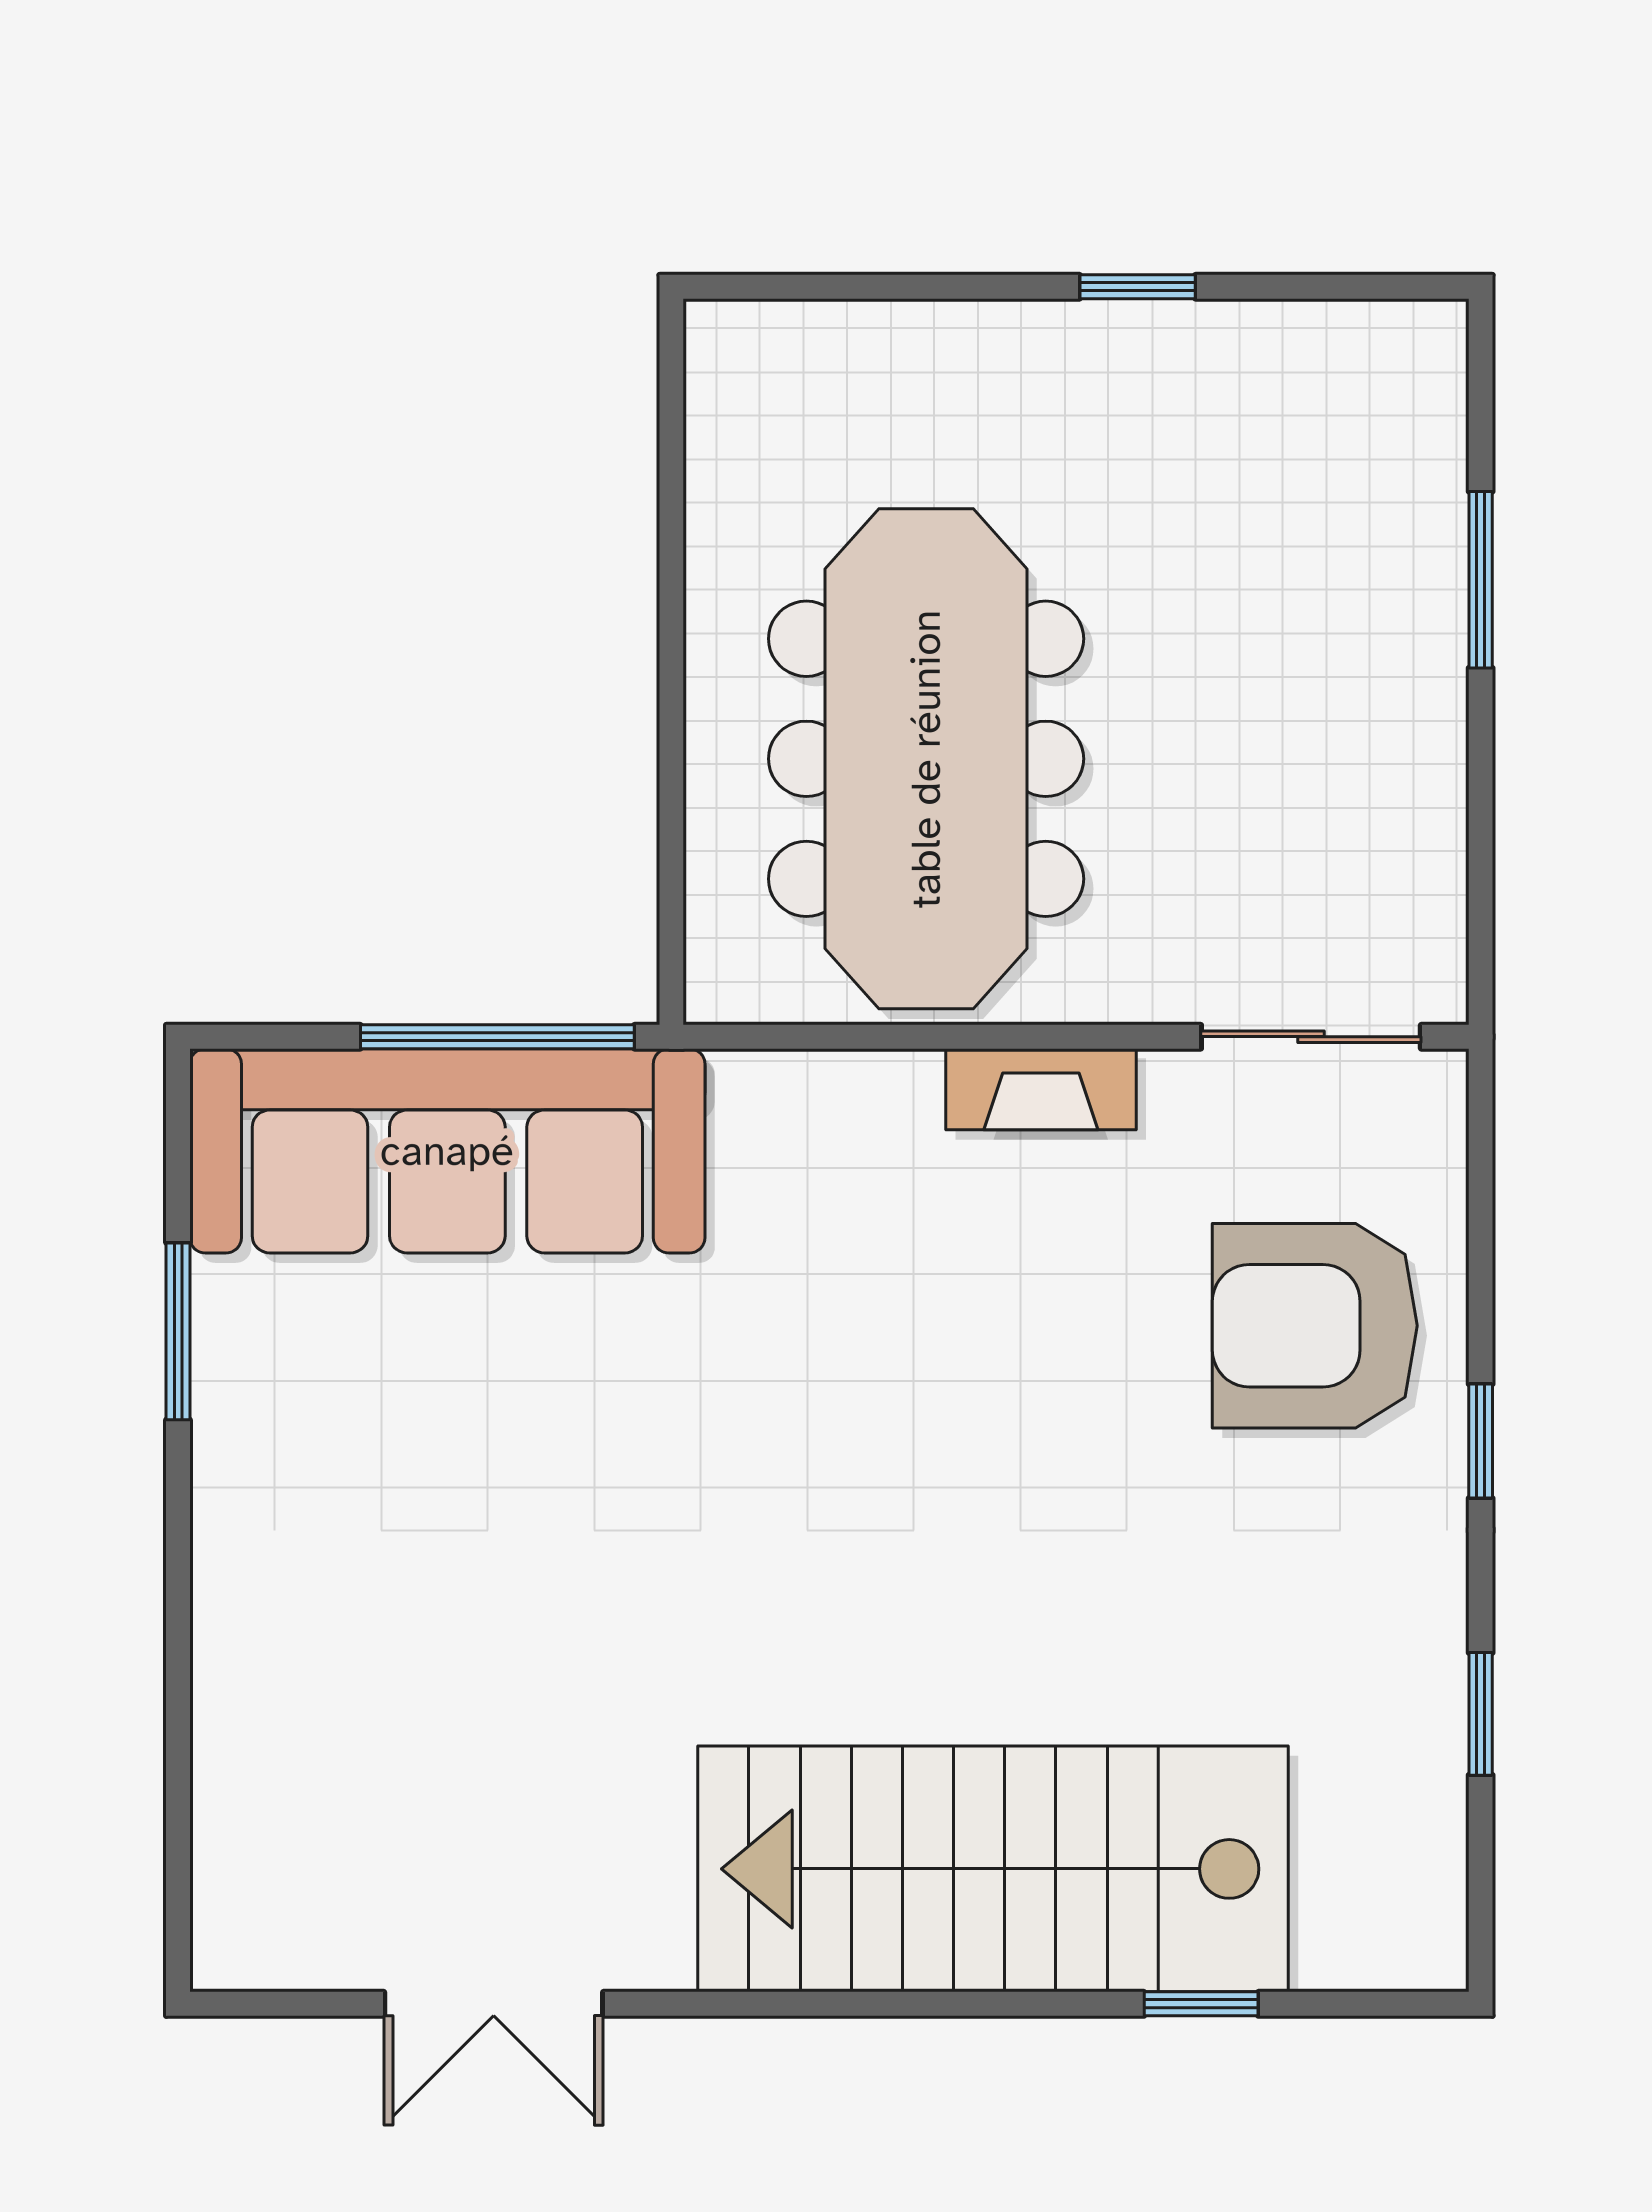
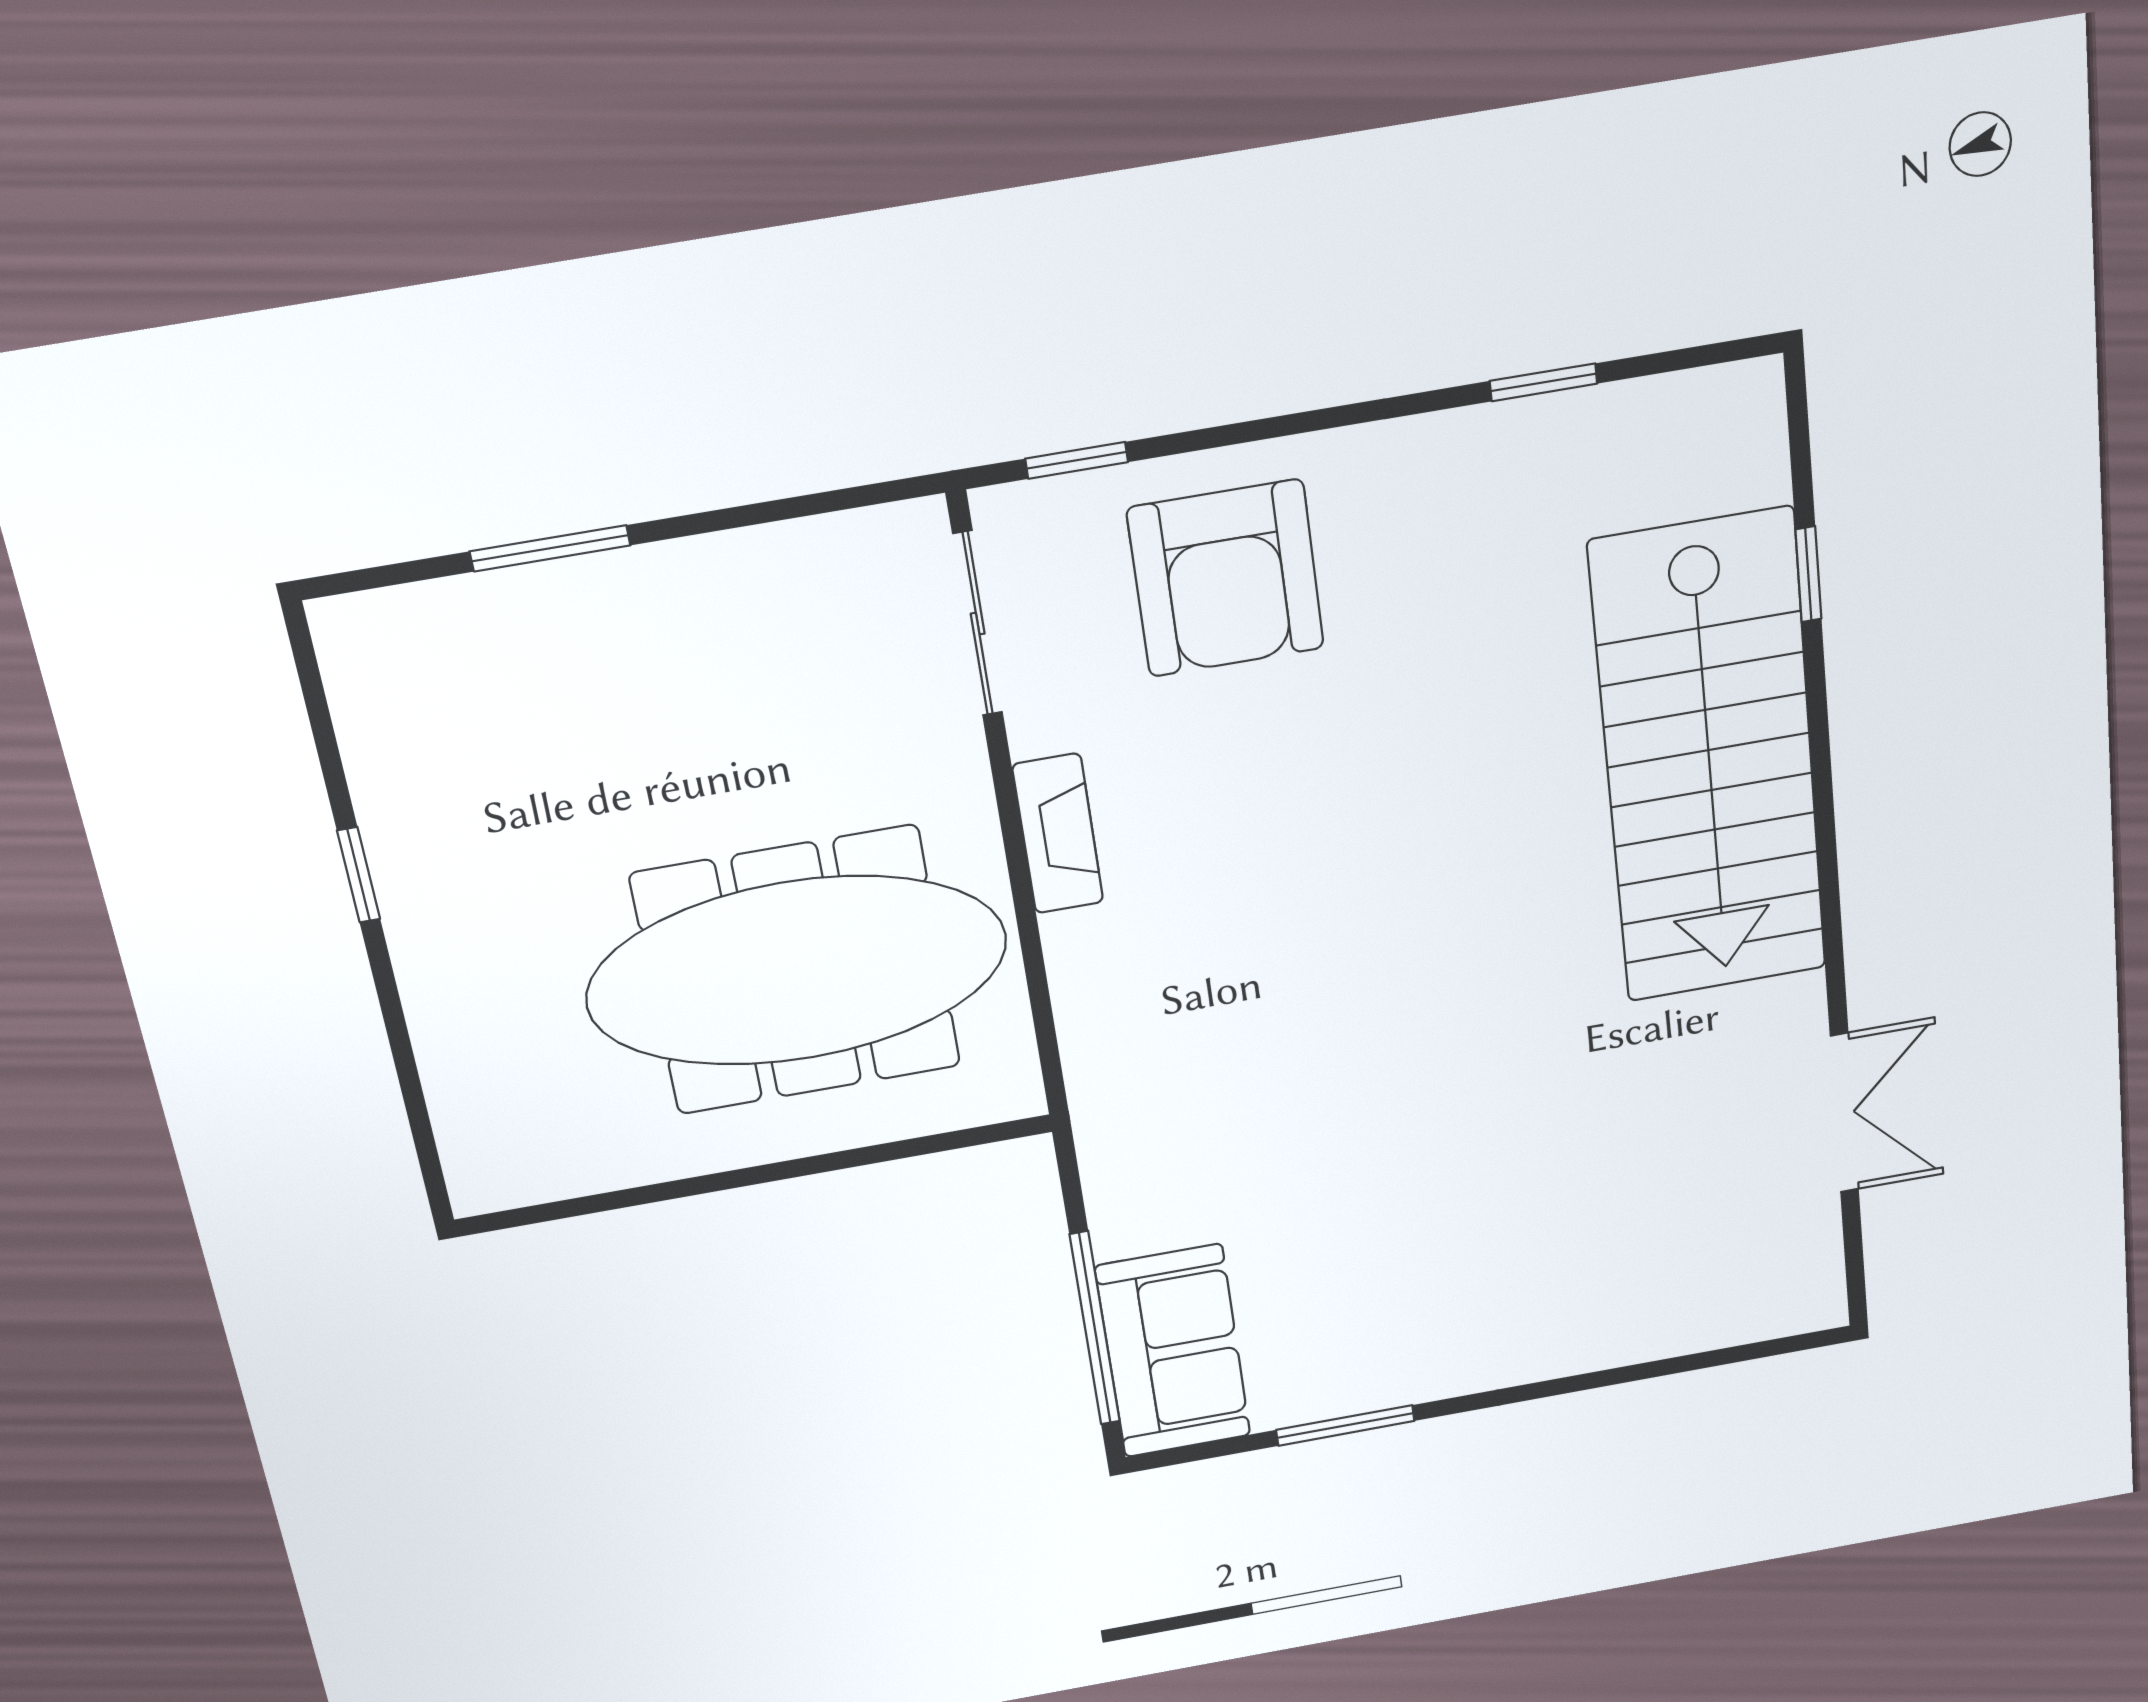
window: (497, 1037) -> (1095, 1329), moved
sofa: (447, 1151) -> (1173, 1351), width x0.54, depth x0.79
window: (1481, 1441) -> (1077, 460), moved

